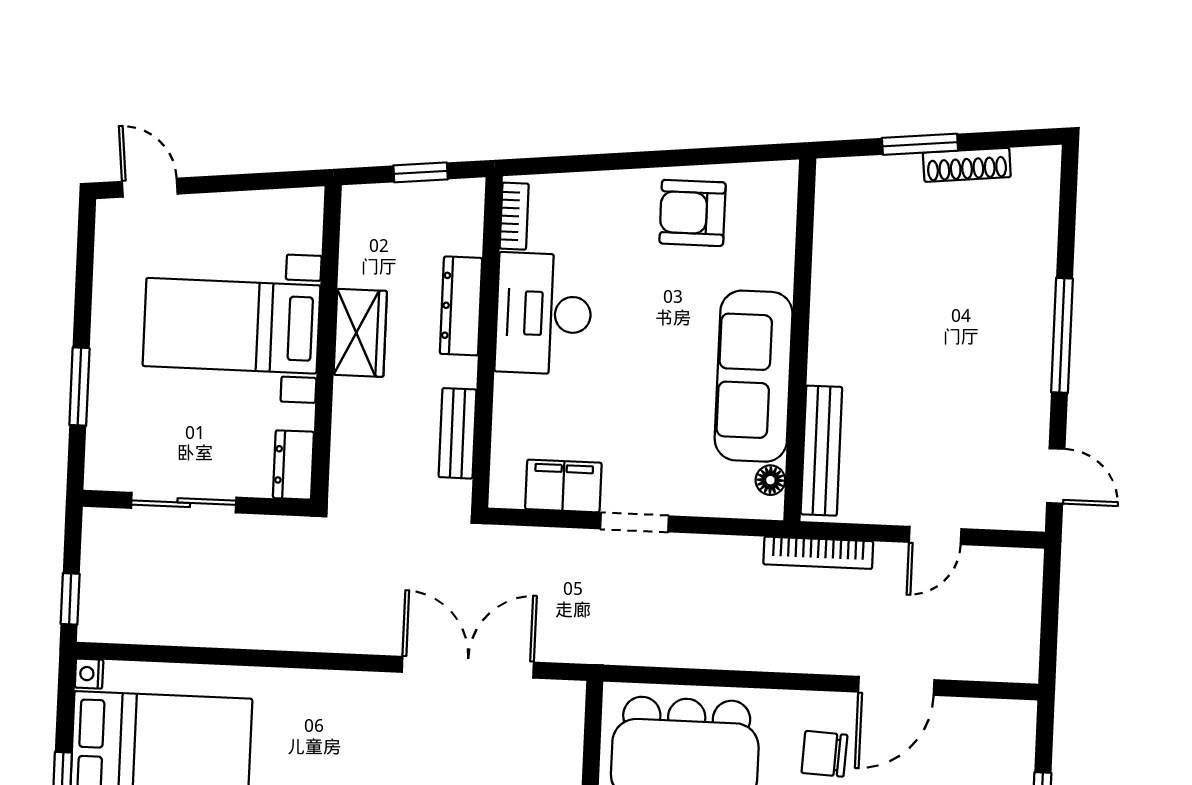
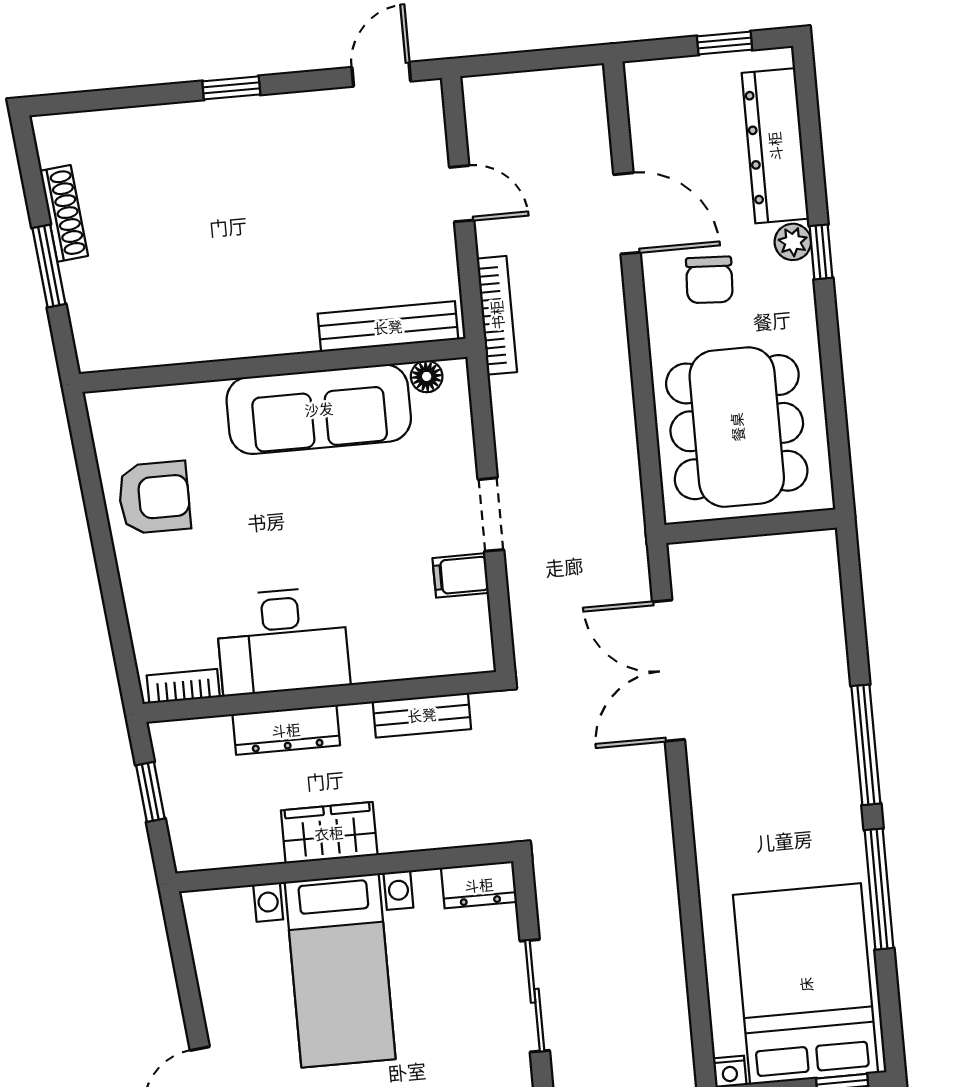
armchair: (693, 213) -> (154, 497), turned -90
window: (1062, 335) -> (231, 88), width x0.46
filing cabinet: (563, 486) -> (461, 575), width x0.50

